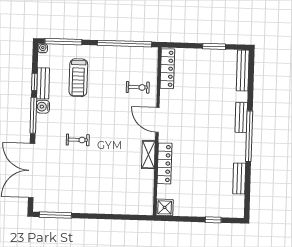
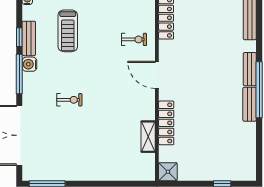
shelving: (148, 155) -> (148, 137), moved
bench: (239, 179) -> (250, 104), moved

